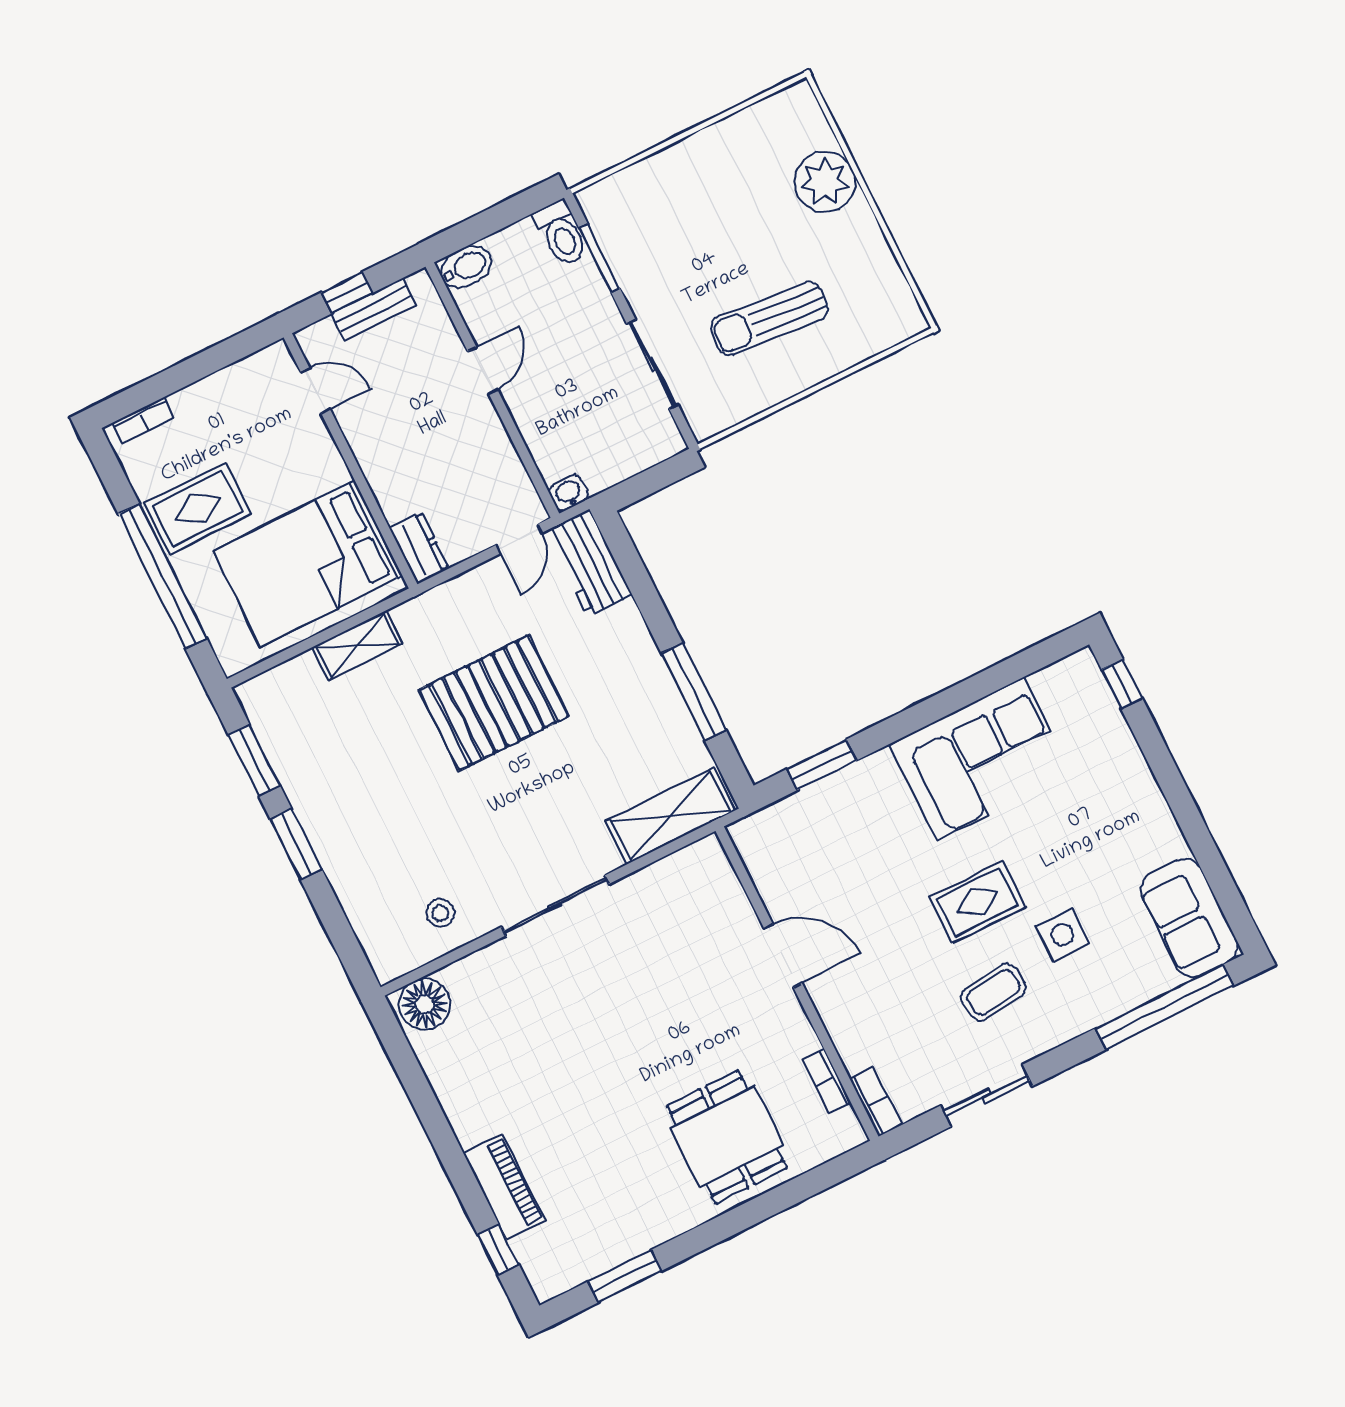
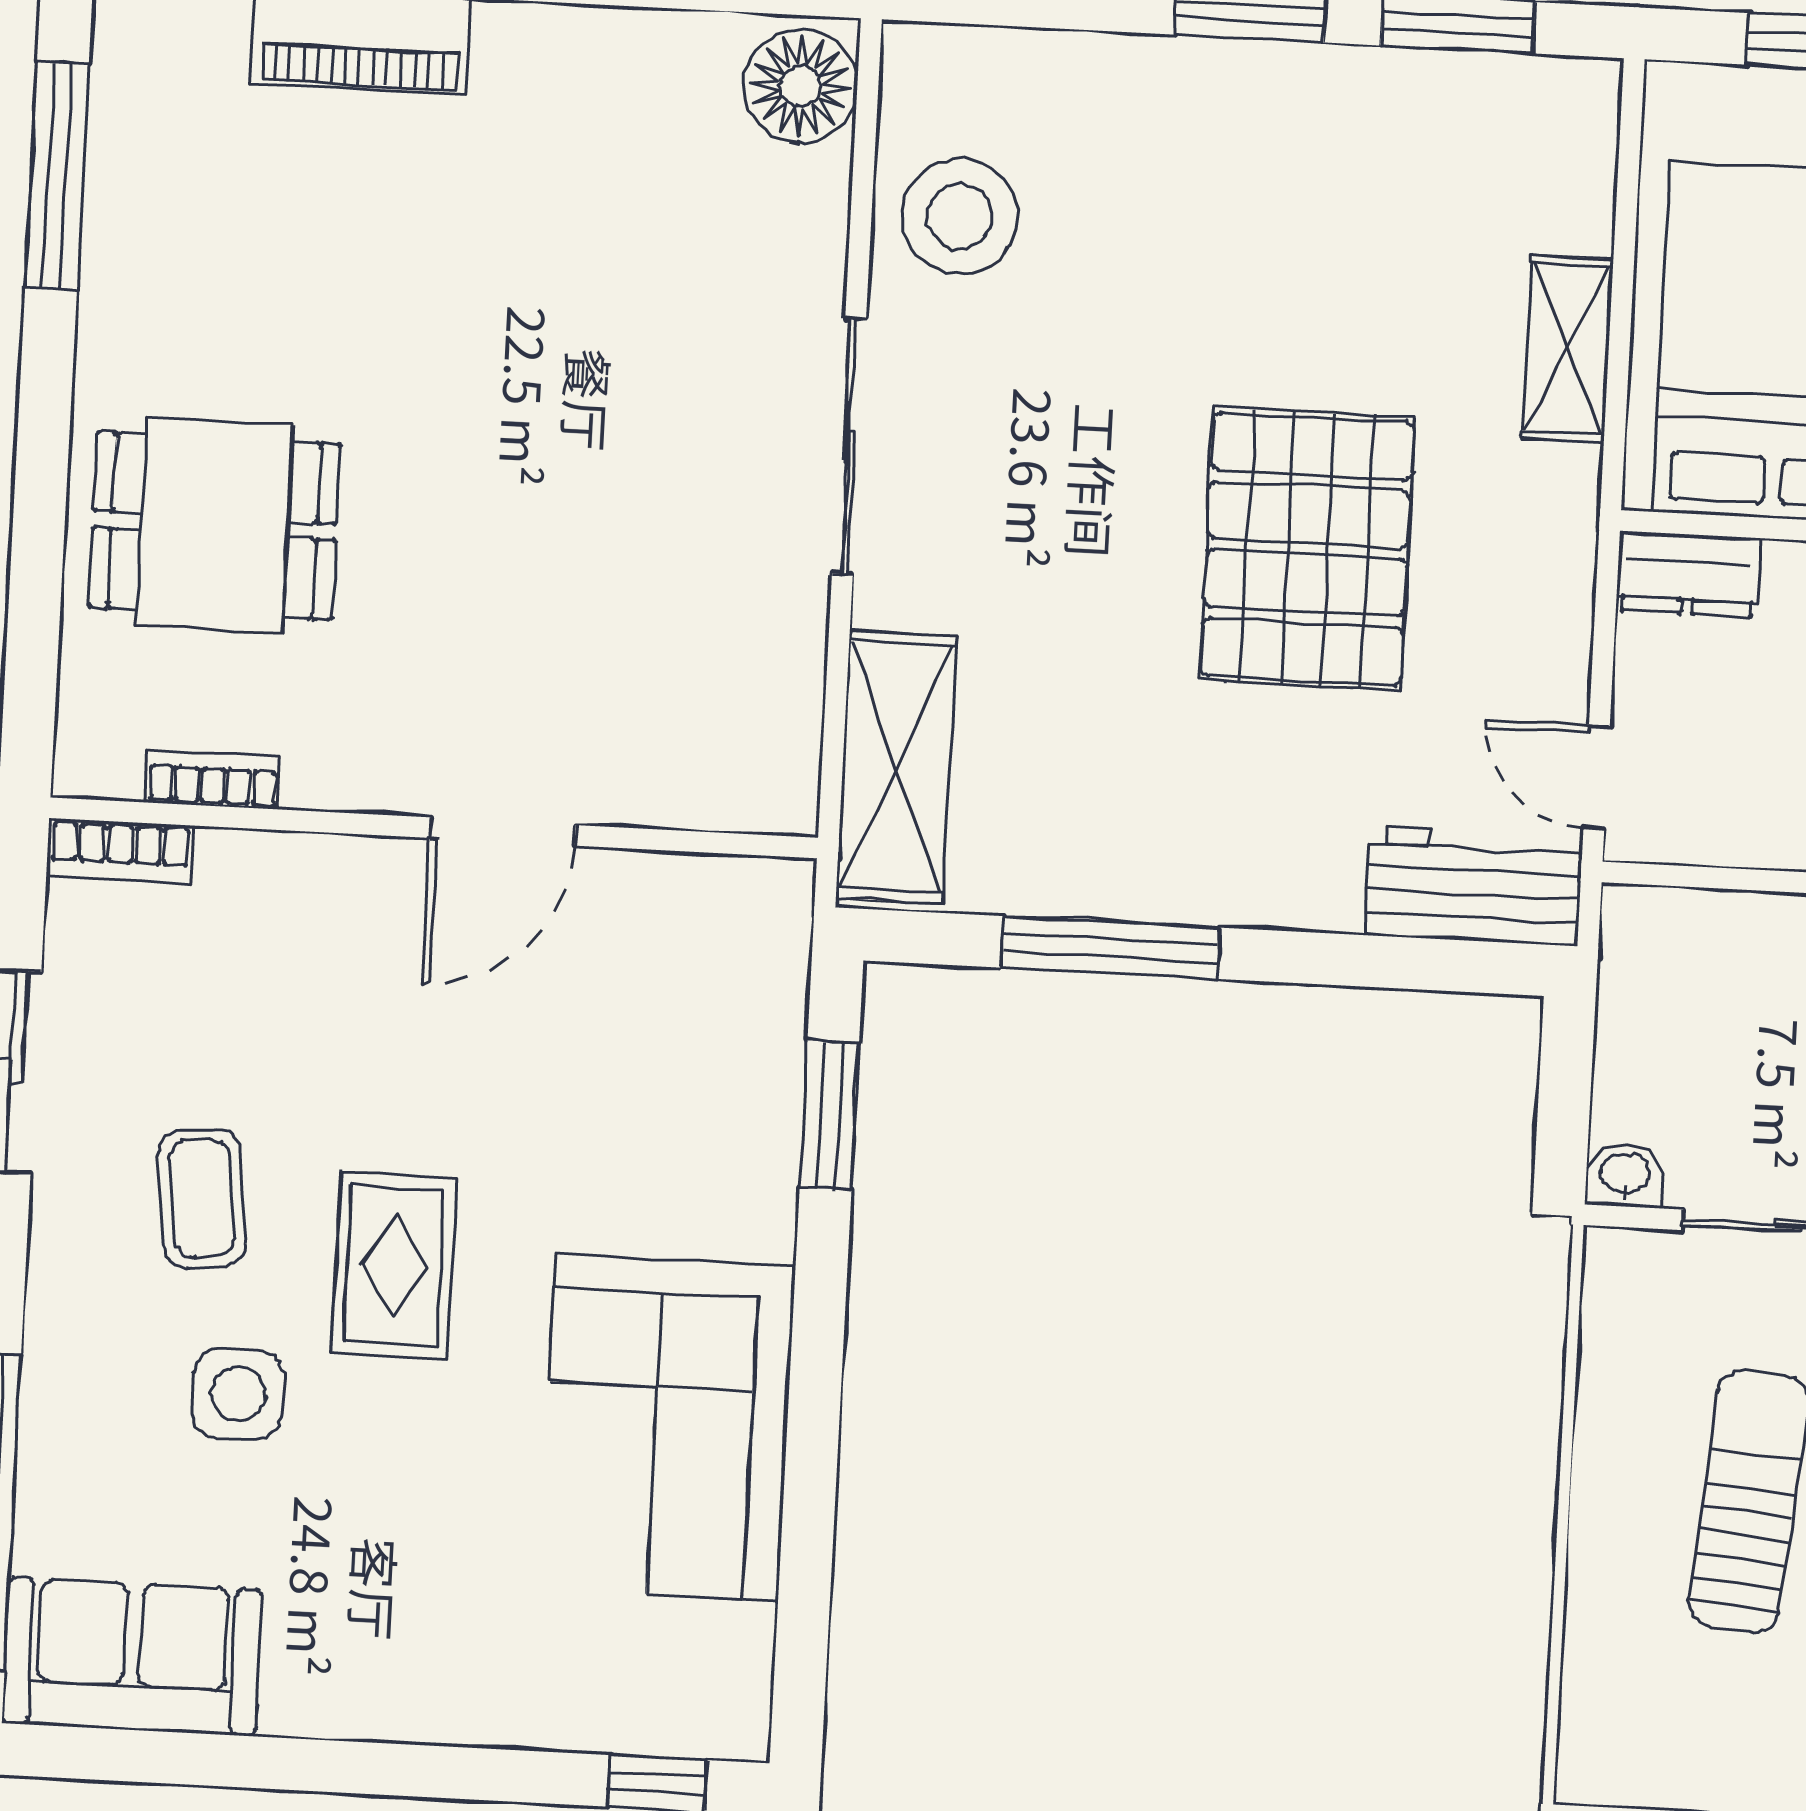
washbasin: (569, 493) -> (1625, 1175), moved, turned -90
stool: (440, 913) -> (960, 216), width x1.89, depth x1.89
window: (624, 1276) -> (57, 175), width x1.44

